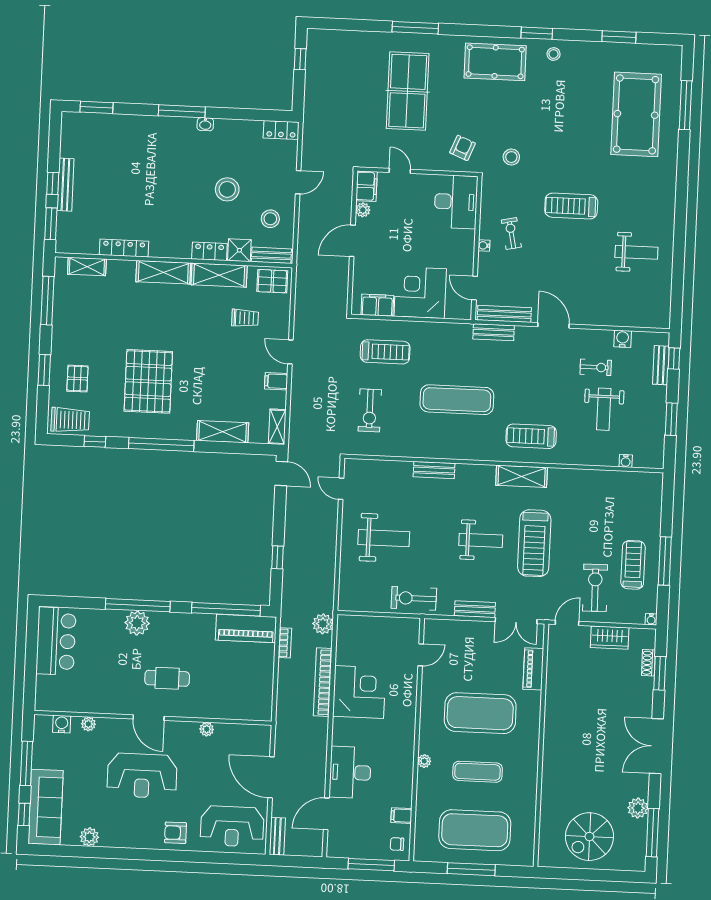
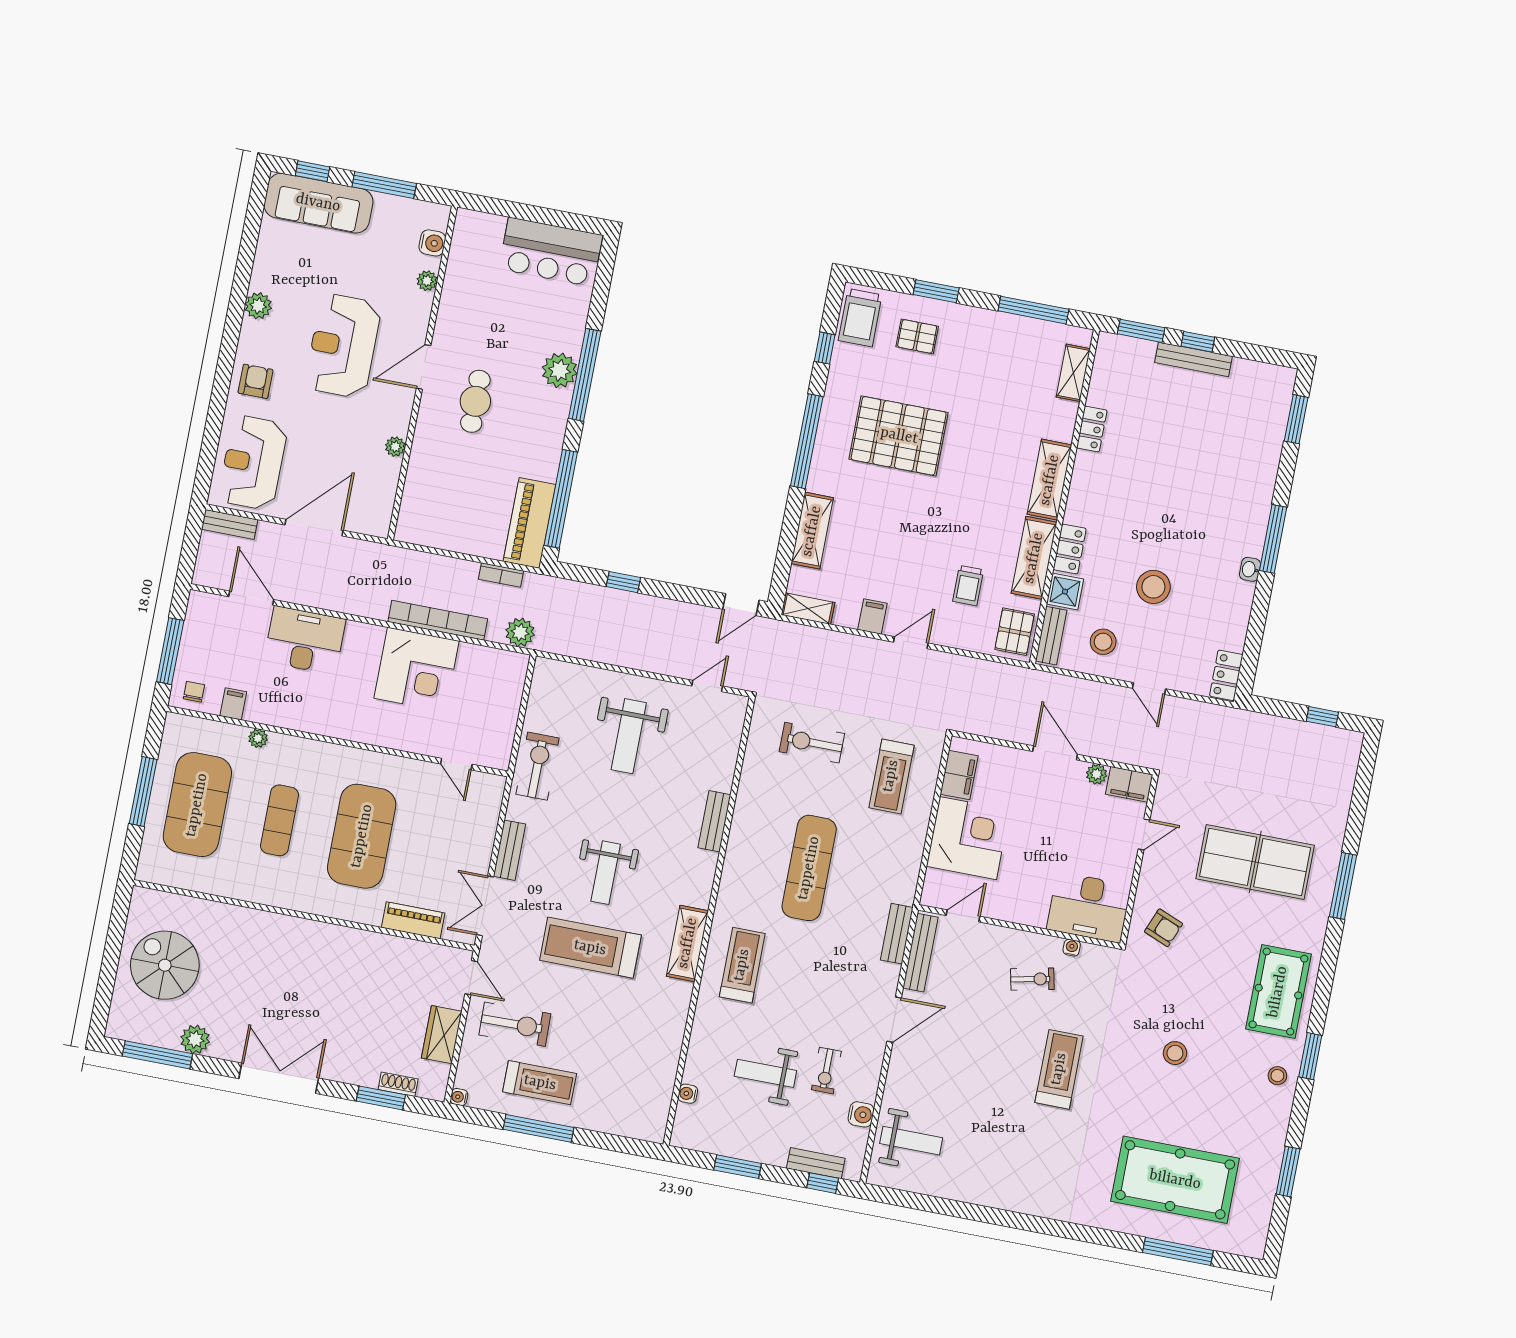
stool: (511, 157) -> (1175, 1053), moved
water cooler: (484, 245) -> (1072, 948), moved
locker: (124, 248) -> (1092, 429), width x0.66
weight bench: (636, 252) -> (911, 1141), moved, turned -90
plant: (424, 761) -> (258, 738), moved
plant: (89, 837) -> (258, 306), moved

